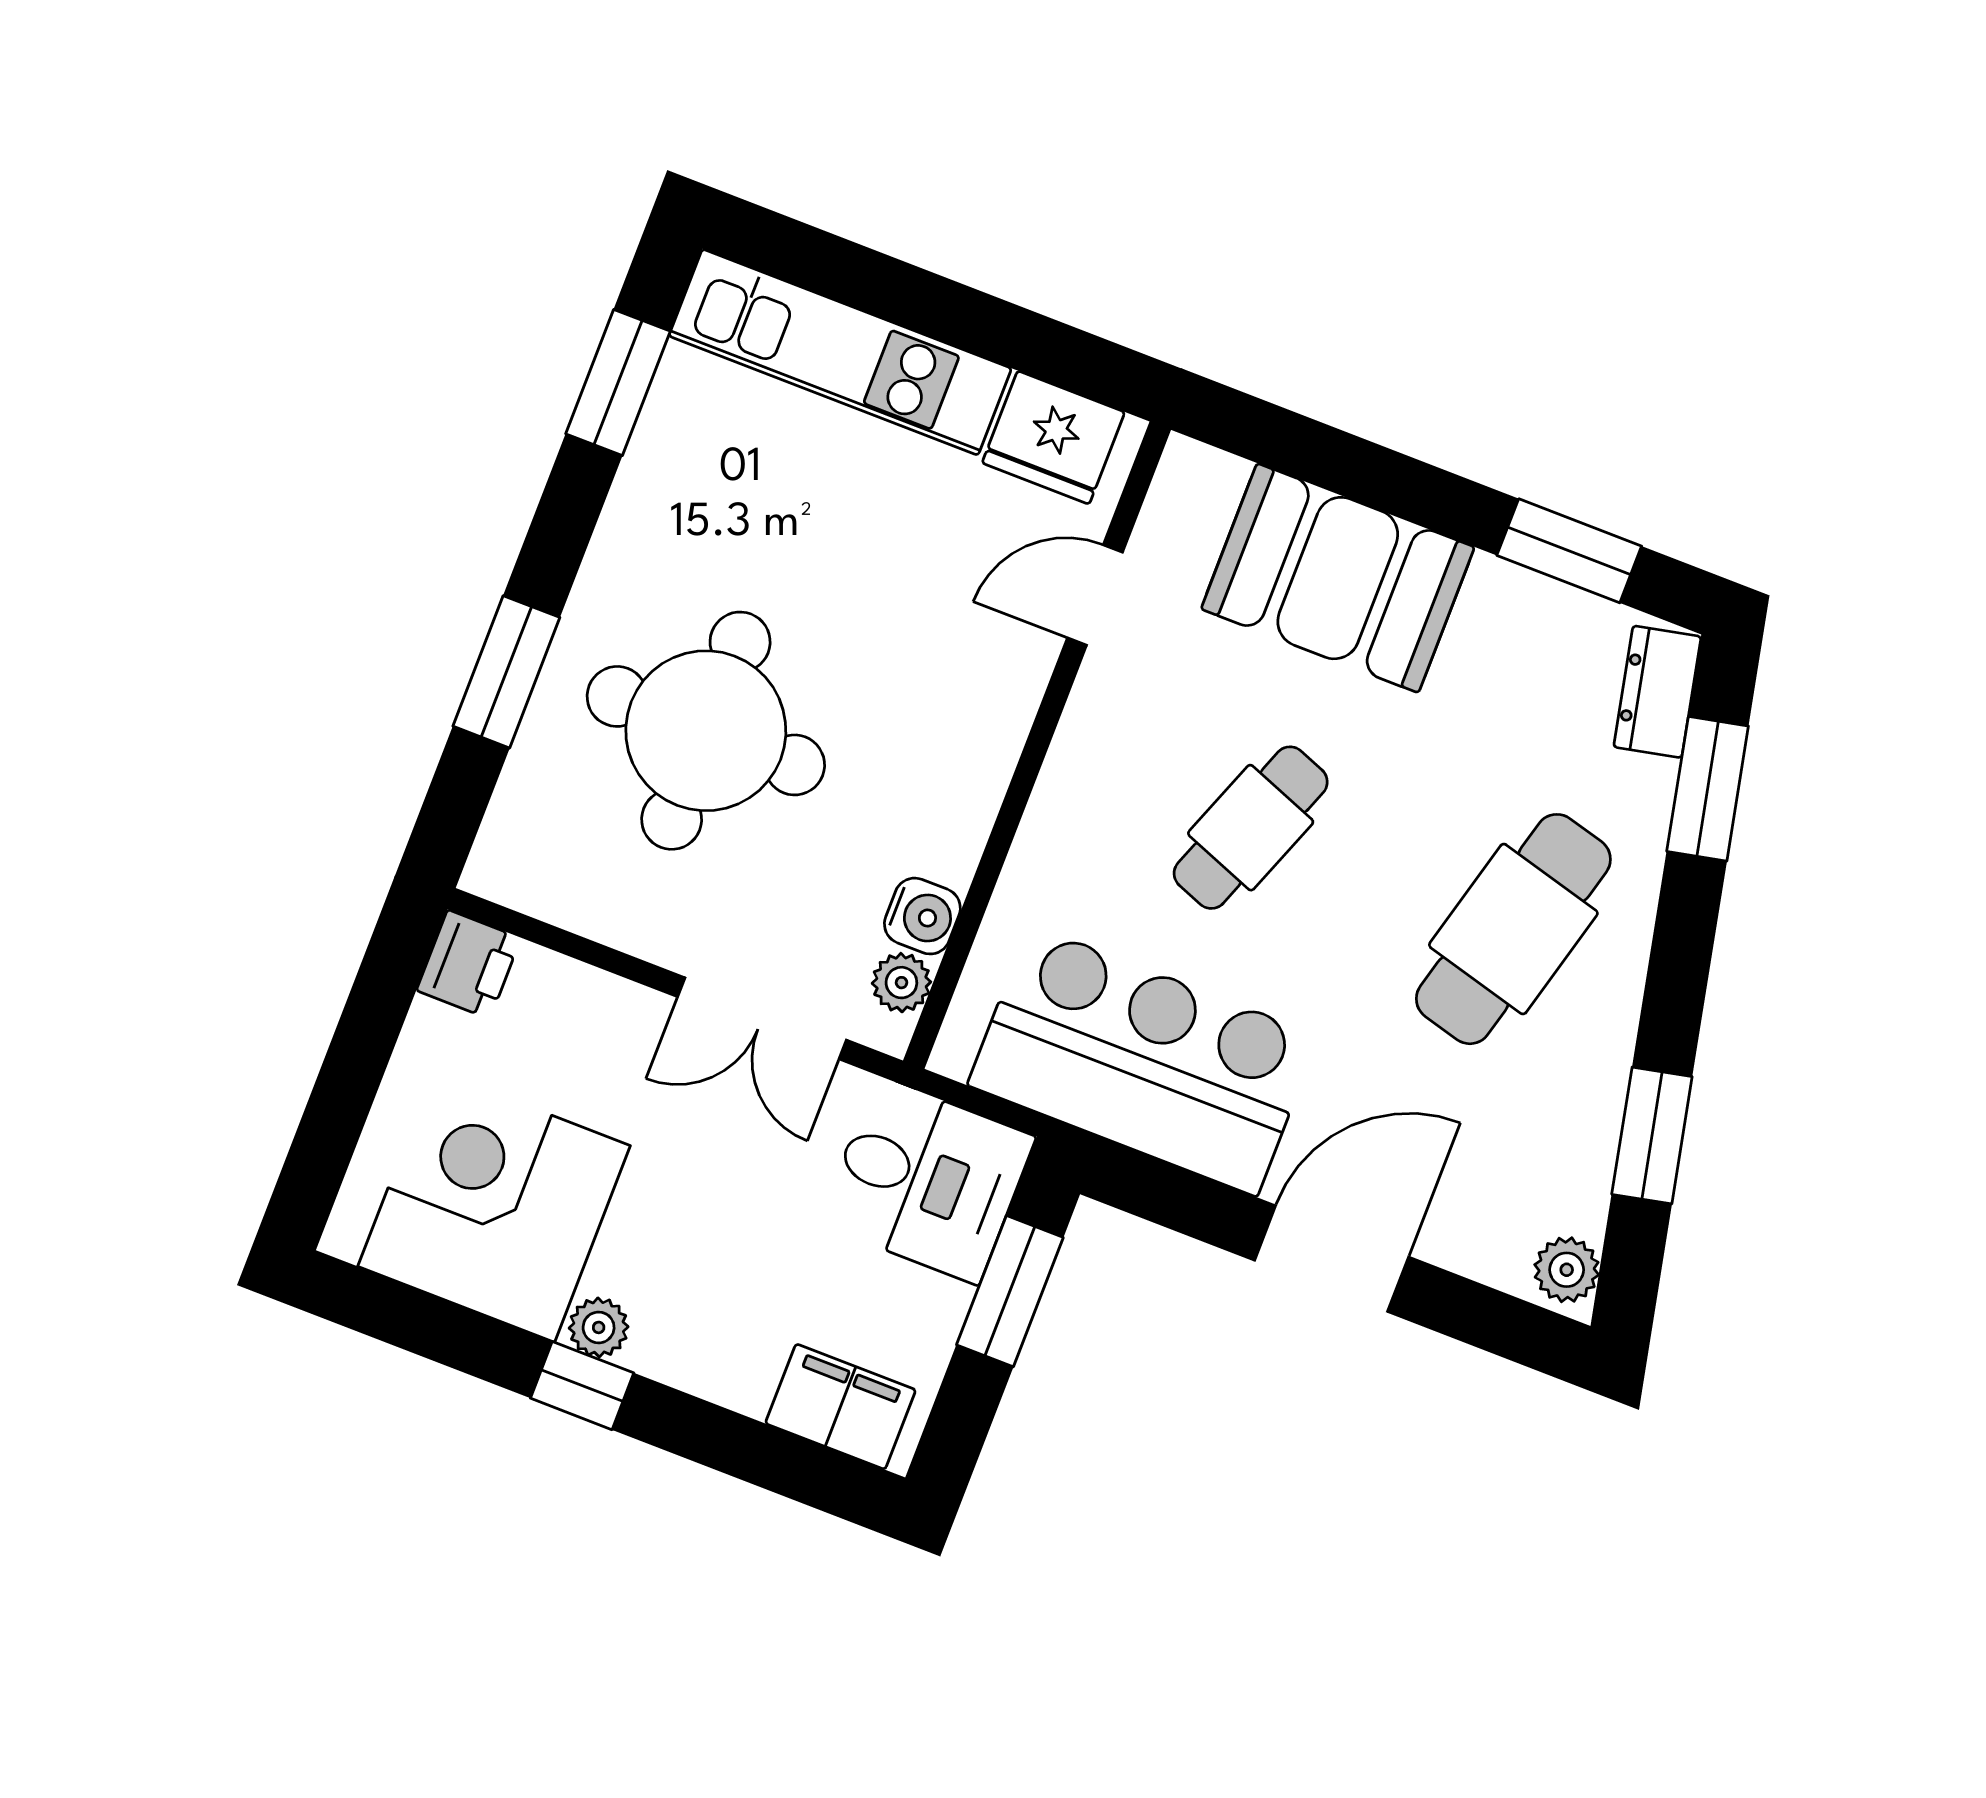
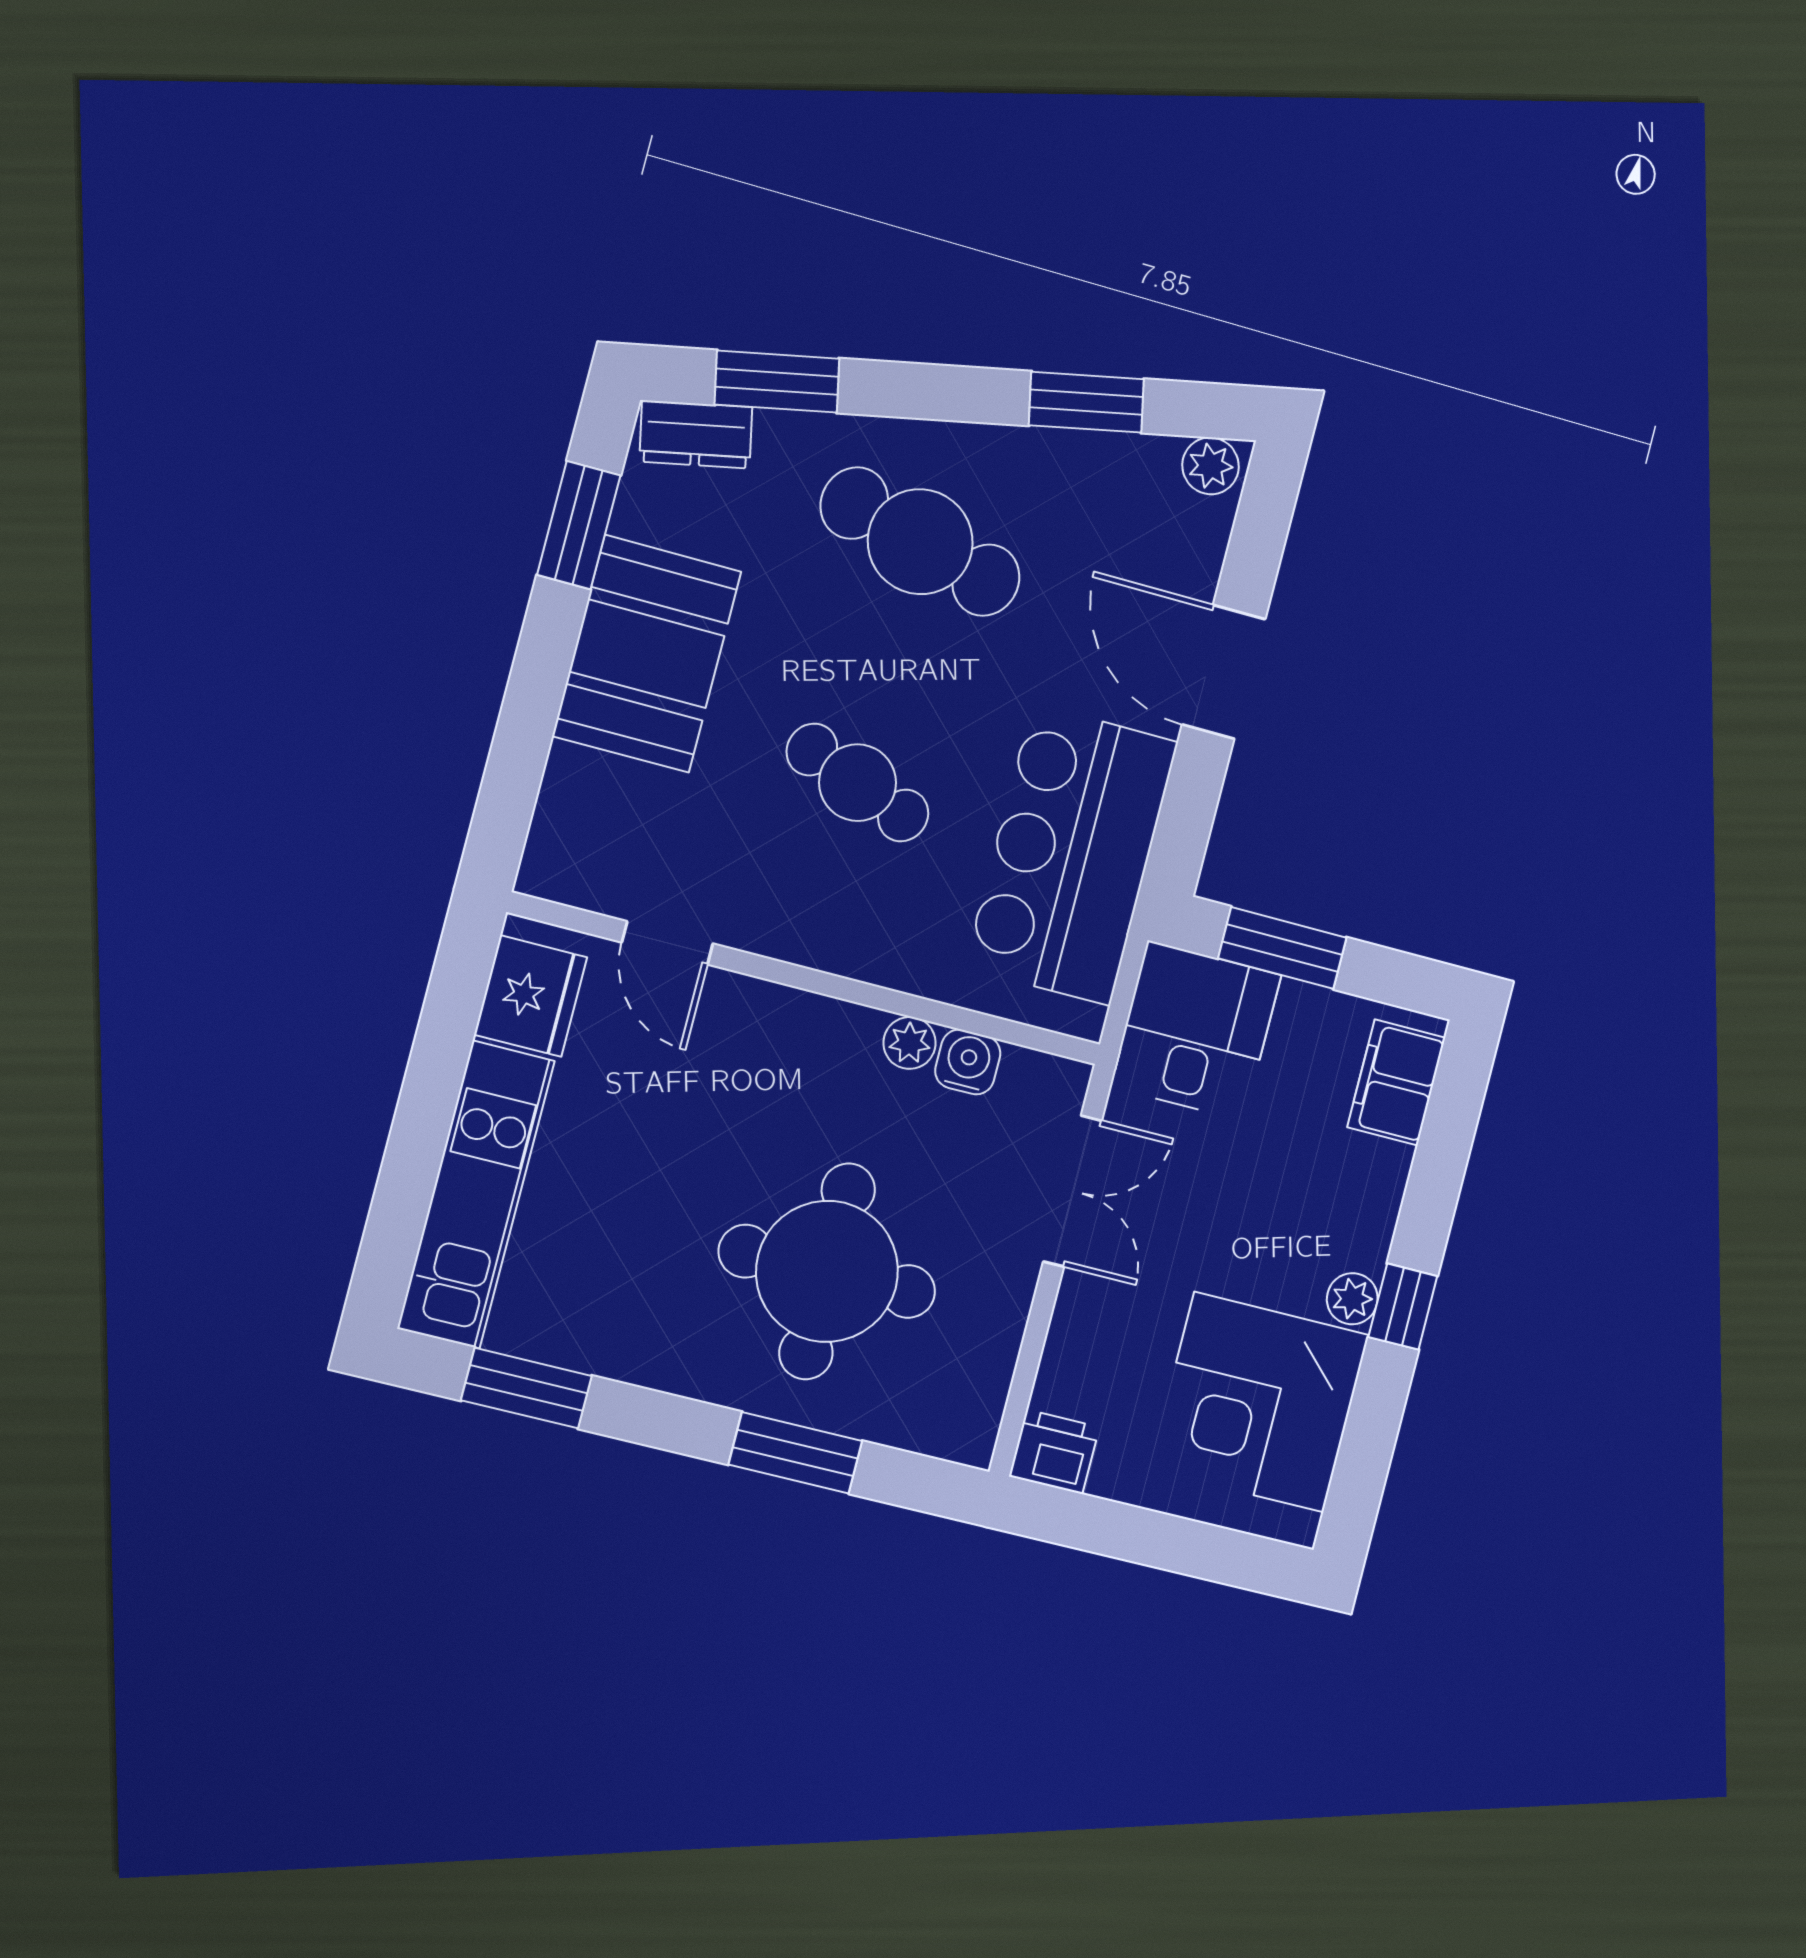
booth: (1338, 578) -> (647, 654), moved
plant: (901, 983) -> (910, 1043), moved

